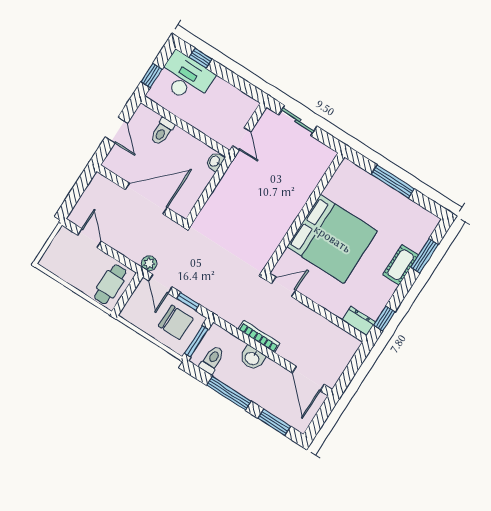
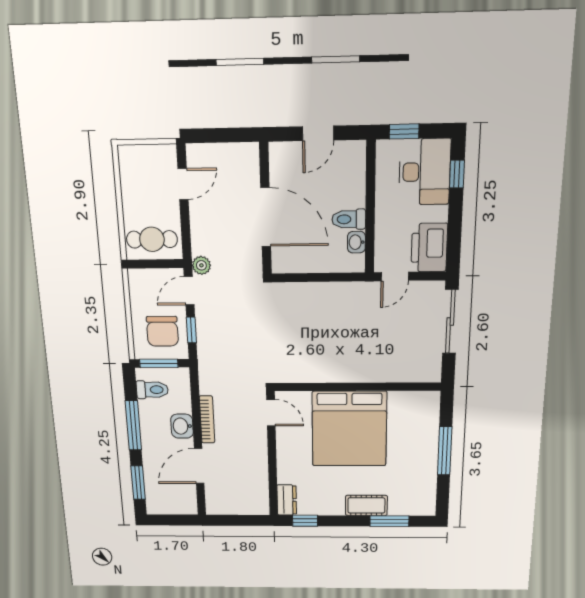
printer: (237, 104) -> (429, 248), added
sliding door: (298, 121) -> (450, 322), width x1.37
toilet: (162, 131) -> (349, 219), moved
washbasin: (215, 161) -> (356, 242), moved, turned -90
door: (308, 379) -> (199, 466), moved

